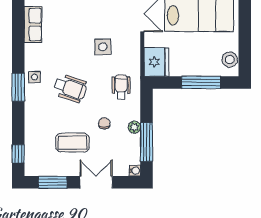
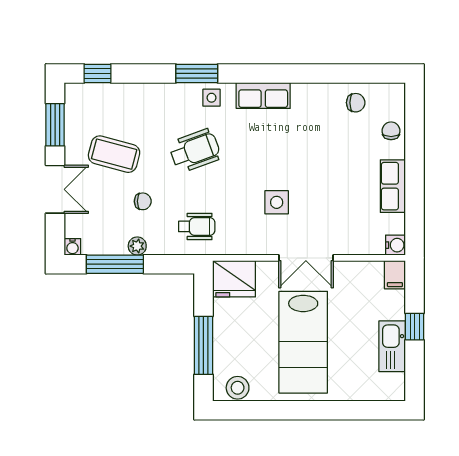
row of seats: (33, 24) -> (263, 96), moved
side table: (103, 47) -> (277, 202), moved
wheelchair: (70, 88) -> (195, 151), turned -129
coffee table: (72, 143) -> (114, 154), turned -75

